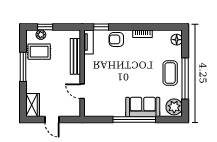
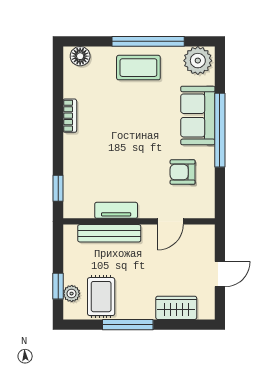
armchair: (116, 39) -> (183, 172), moved, turned 90
tv unit: (88, 42) -> (116, 210), moved
wardrobe: (33, 105) -> (176, 308), moved

